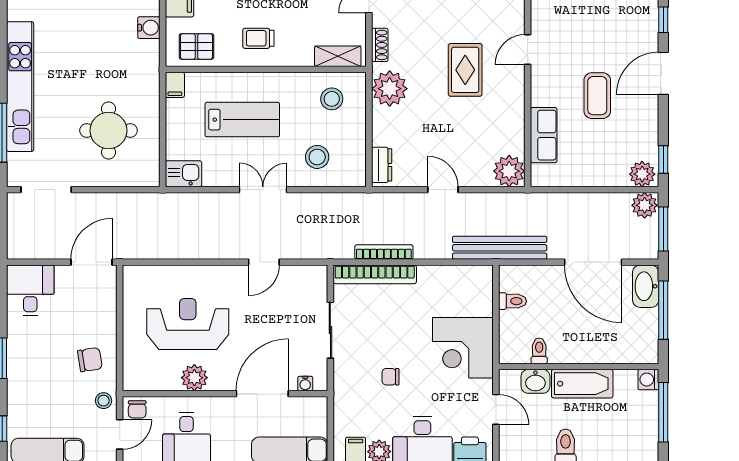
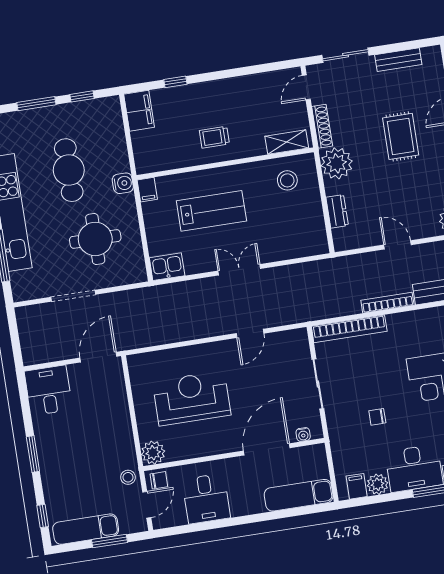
water cooler: (149, 28) -> (123, 183), moved
shoe rack: (380, 45) -> (322, 126), width x1.43
pallet: (196, 46) -> (161, 153), removed
cafe table: (91, 49) -> (69, 170), added
stool: (317, 157) -> (282, 233), removed
dresser: (382, 165) -> (337, 211), moved
doorway: (46, 190) -> (73, 296), moved
bookcase: (384, 252) -> (387, 303), moved
chair: (90, 360) -> (110, 443), removed
plant: (194, 378) -> (153, 453), moved
chair: (137, 409) -> (159, 480), turned -90

